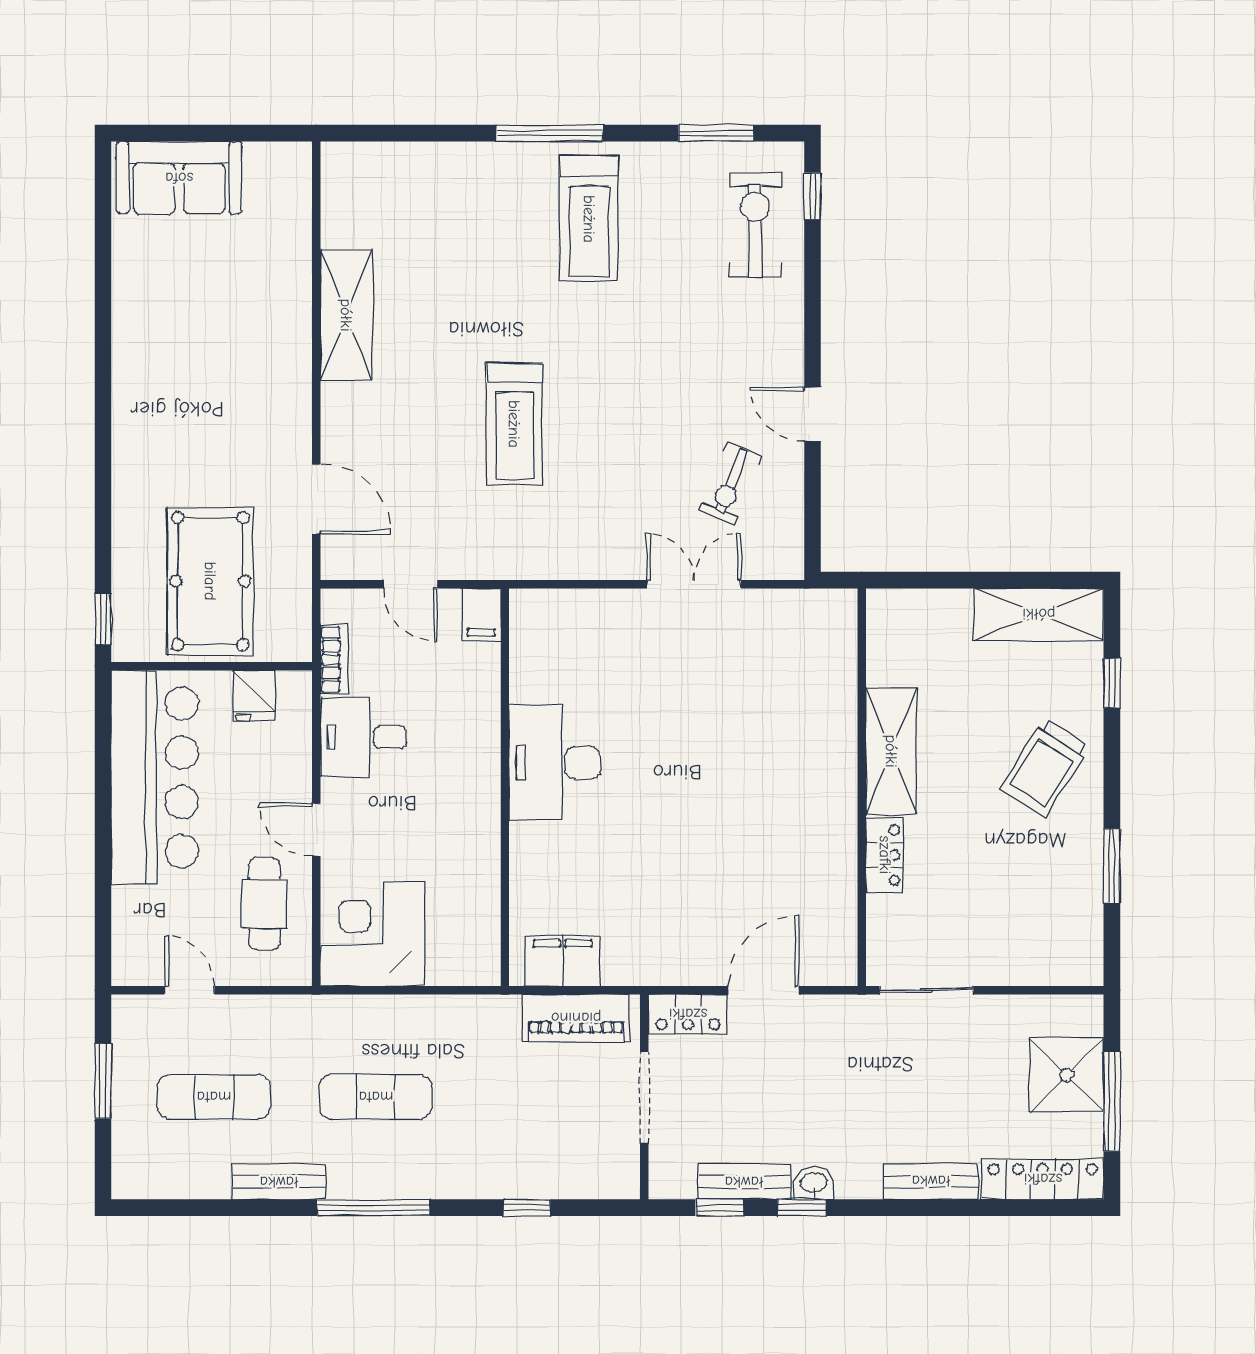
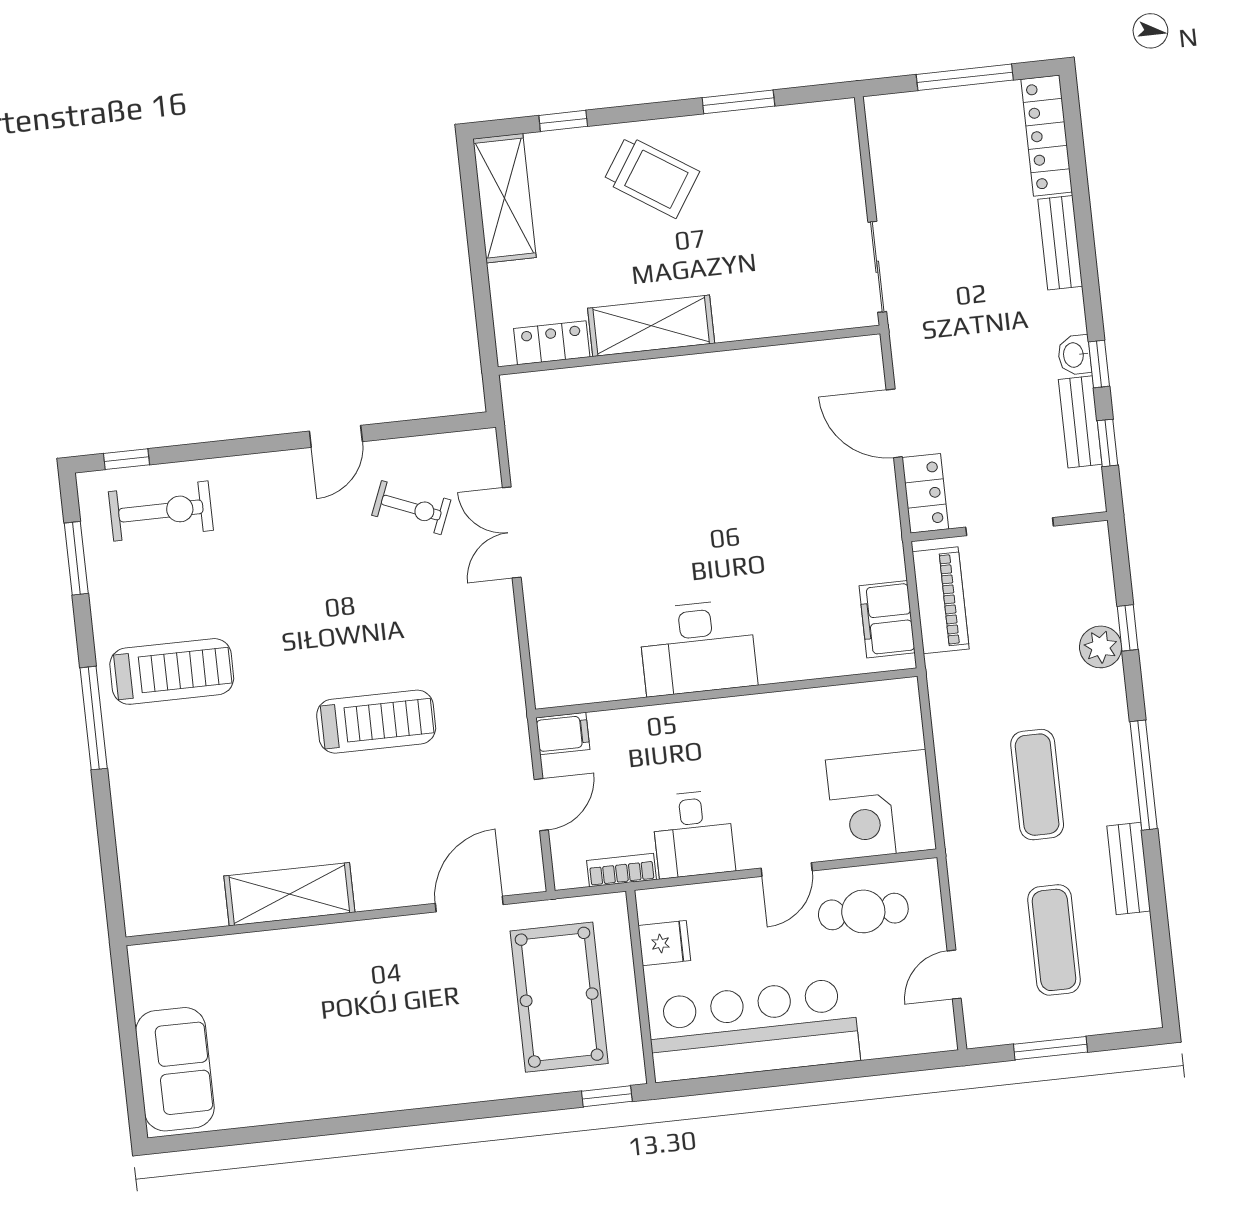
exercise bike: (755, 226) -> (161, 511), turned 180
pool table: (210, 581) -> (559, 997), turned 90
locker: (885, 855) -> (552, 343), moved
shower: (1067, 1075) -> (944, 123), removed
plant: (510, 1178) -> (1101, 647), added

